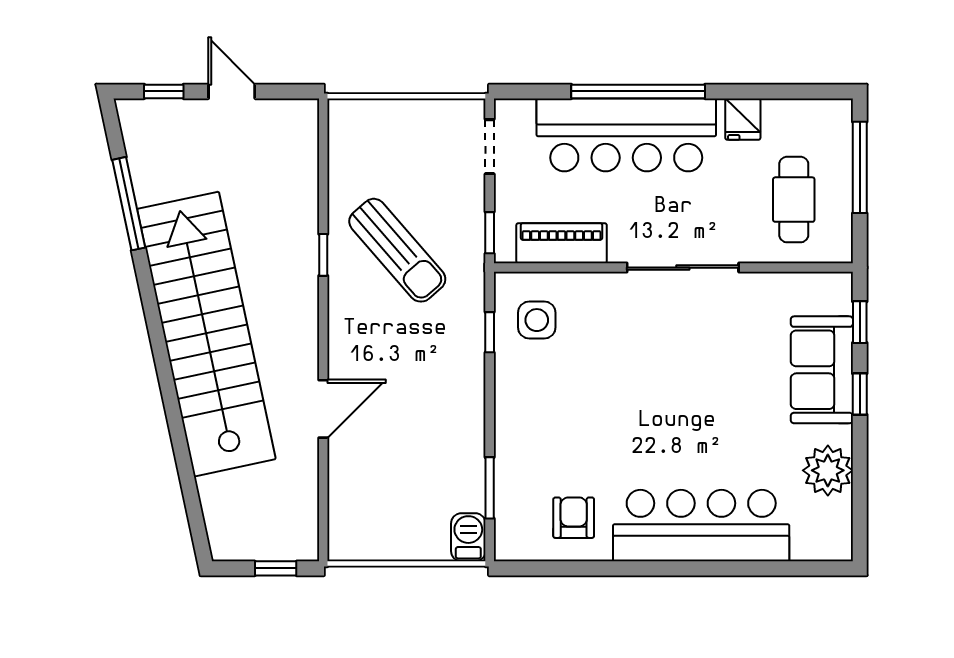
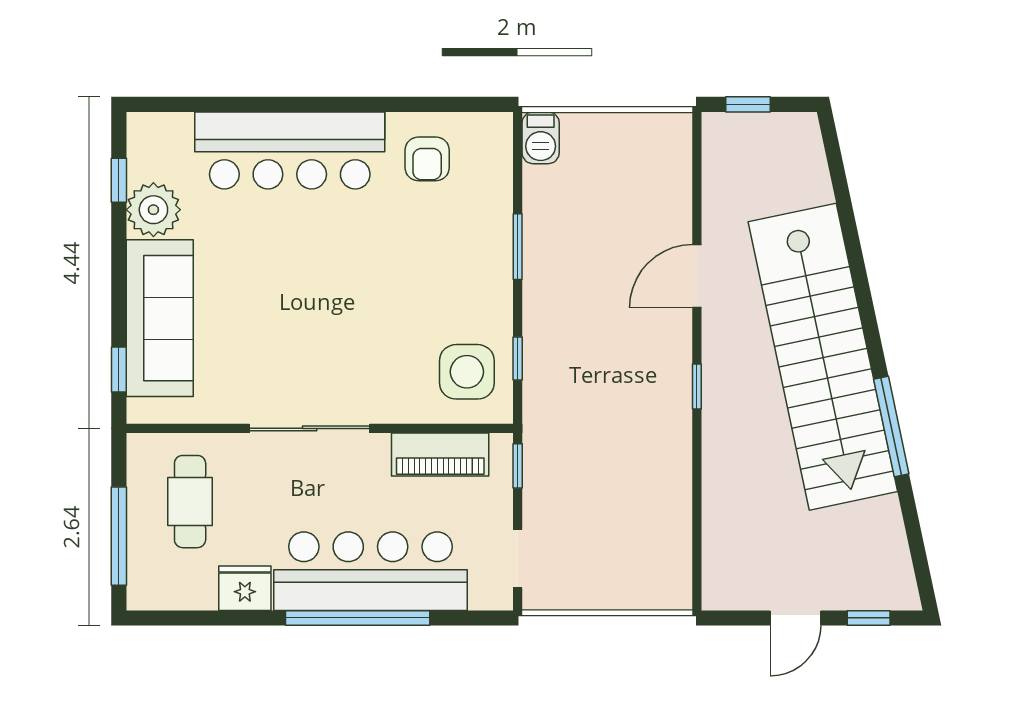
door: (232, 91) -> (795, 618), hinge flipped
fridge: (743, 119) -> (245, 588), width x1.38
window: (129, 204) -> (891, 426), moved
sun lounger: (397, 250) -> (617, 447), removed
window: (323, 255) -> (697, 387), moved
side table: (537, 320) -> (467, 372), width x1.37, depth x1.37
sofa: (822, 370) -> (160, 318), width x1.36
window: (860, 394) -> (119, 180), moved
window: (490, 488) -> (518, 247), moved

